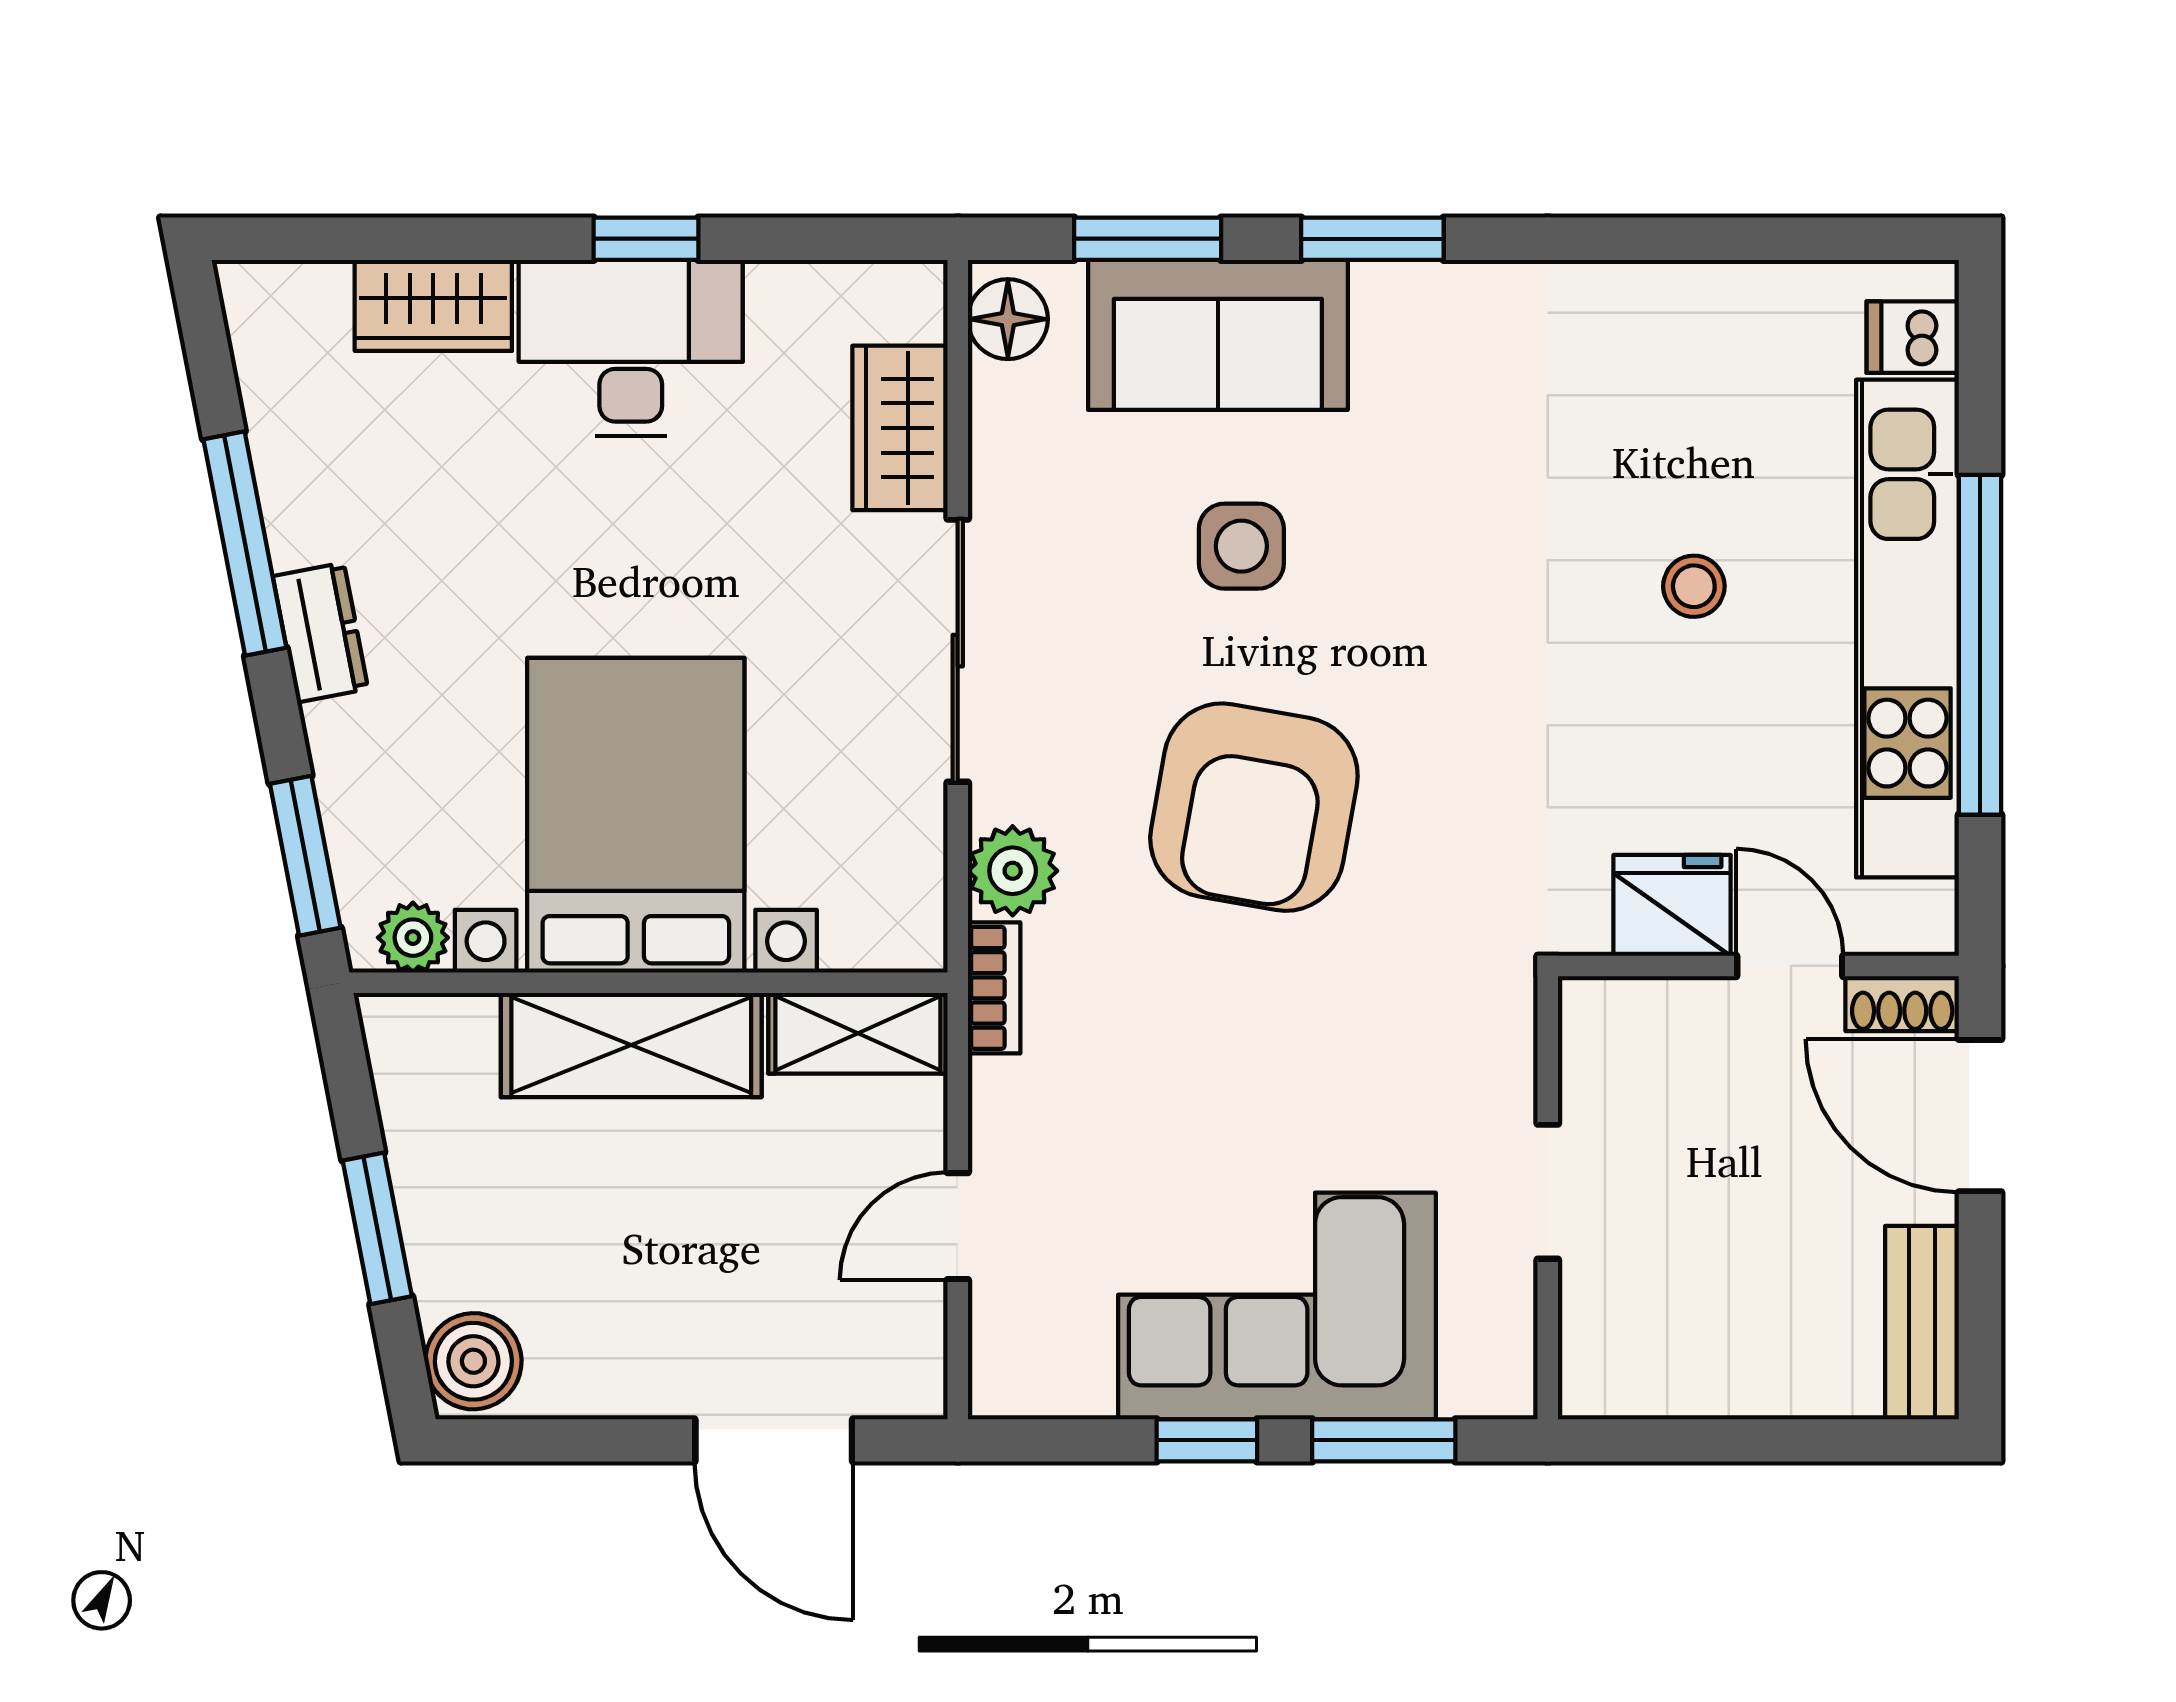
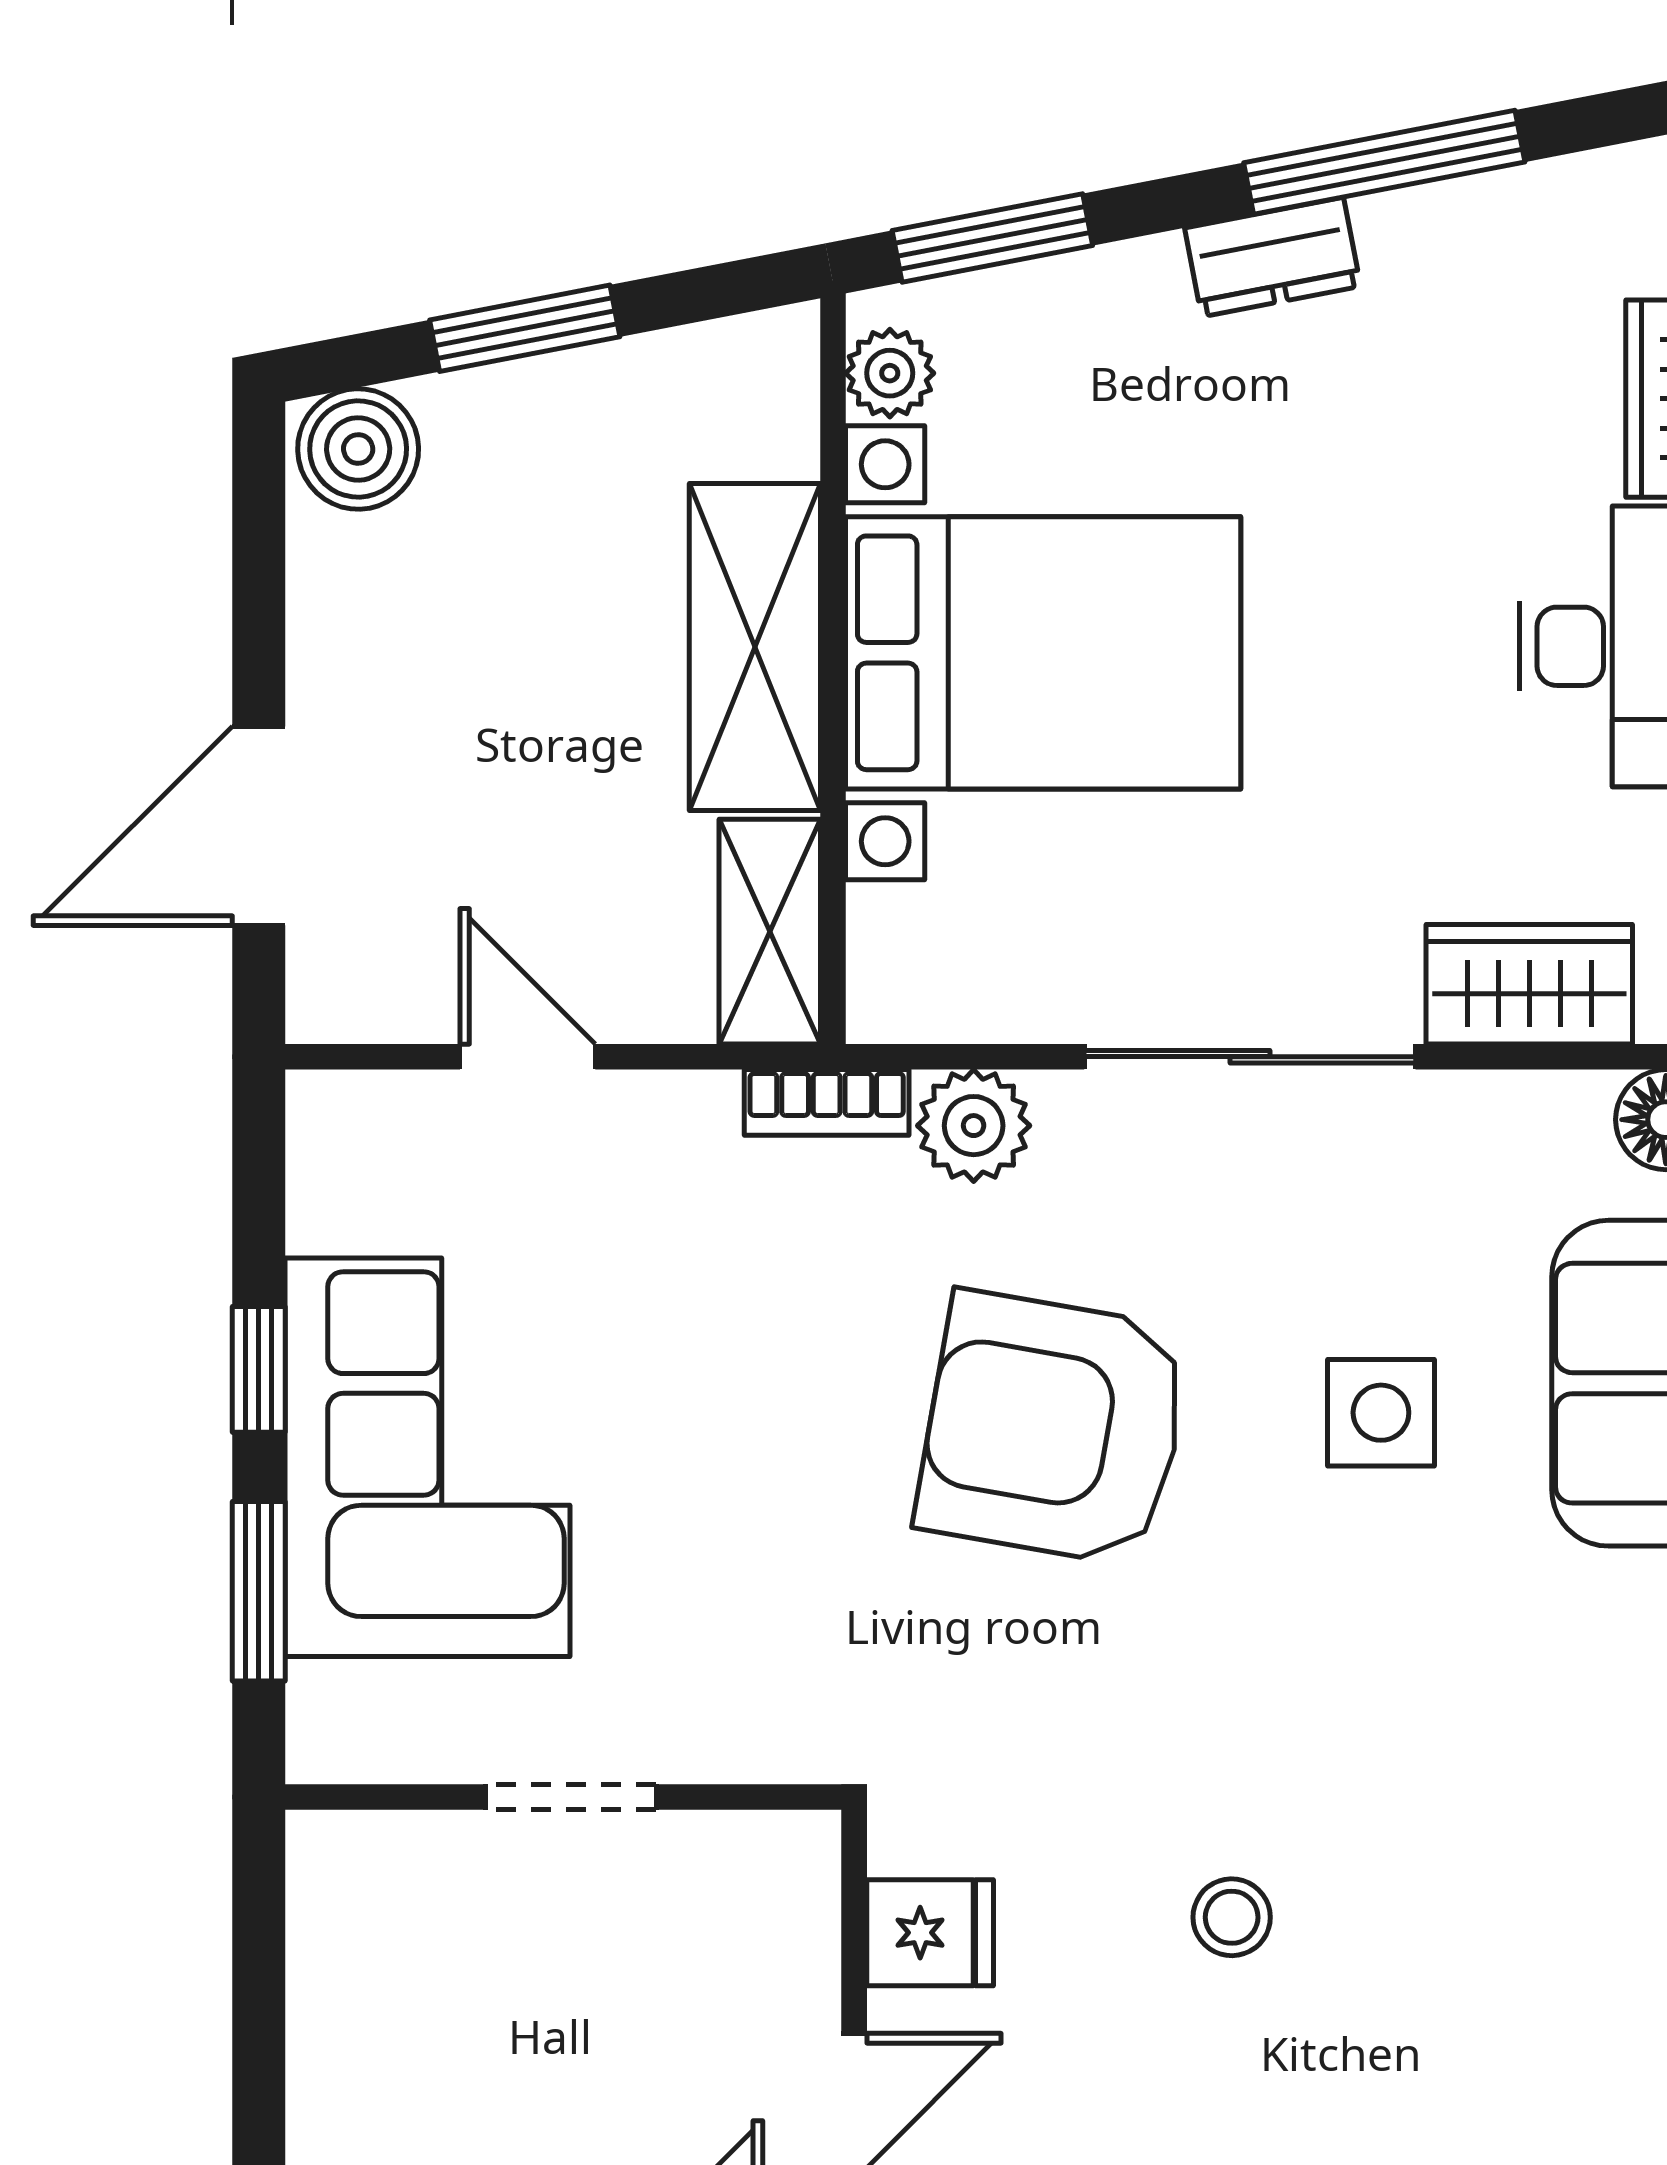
stool: (1694, 586) -> (1232, 1917), moved
fridge: (1672, 905) -> (930, 1933), width x0.72

